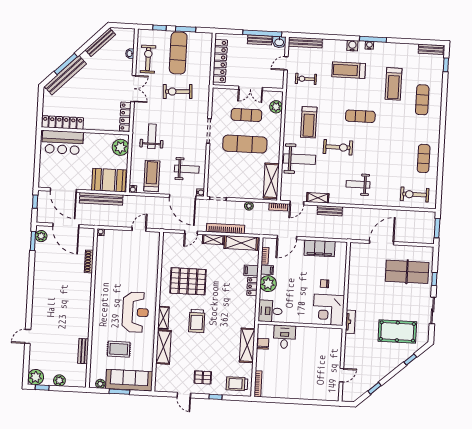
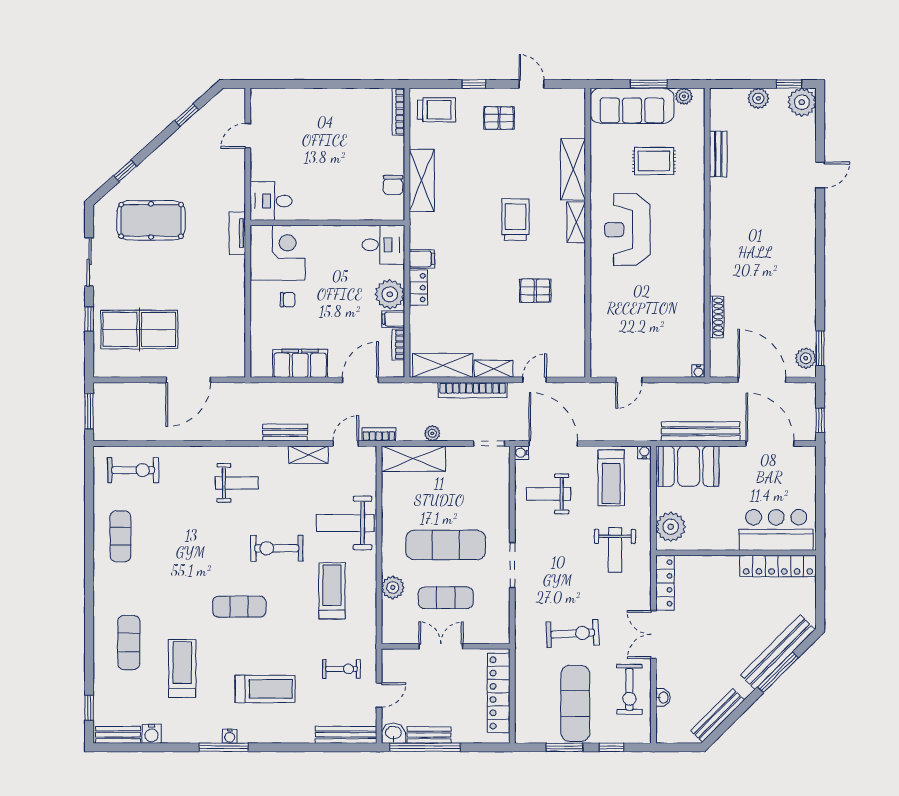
water cooler: (352, 46) -> (152, 734), moved
plant: (276, 107) -> (393, 587), moved
shelving: (271, 181) -> (413, 459), moved, turned 90
filing cabinet: (251, 271) -> (422, 259), moved
pallet: (188, 281) -> (535, 291), width x0.49, depth x0.50
desk: (284, 337) -> (271, 201), moved, turned 90

